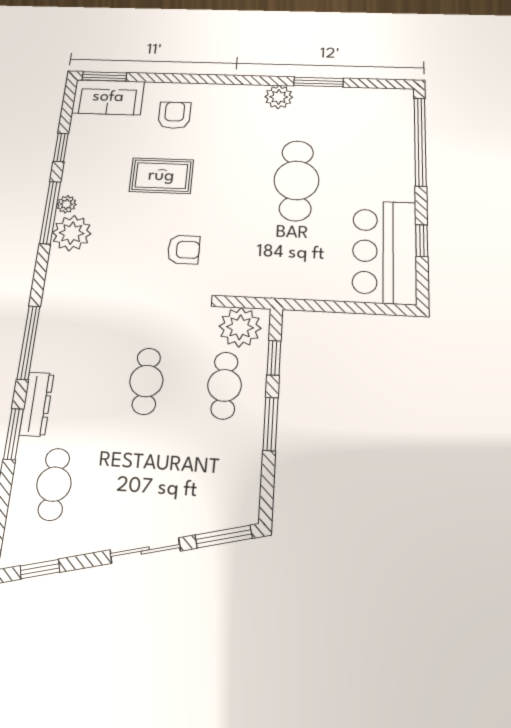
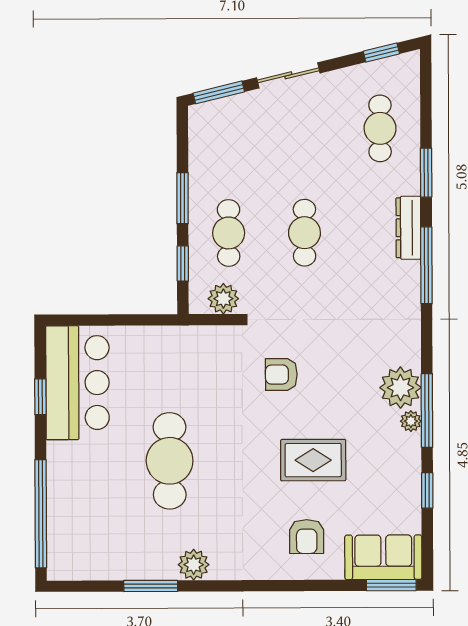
plant: (240, 327) -> (223, 299), width x0.73, depth x0.73
dresser: (37, 404) -> (408, 228), moved

